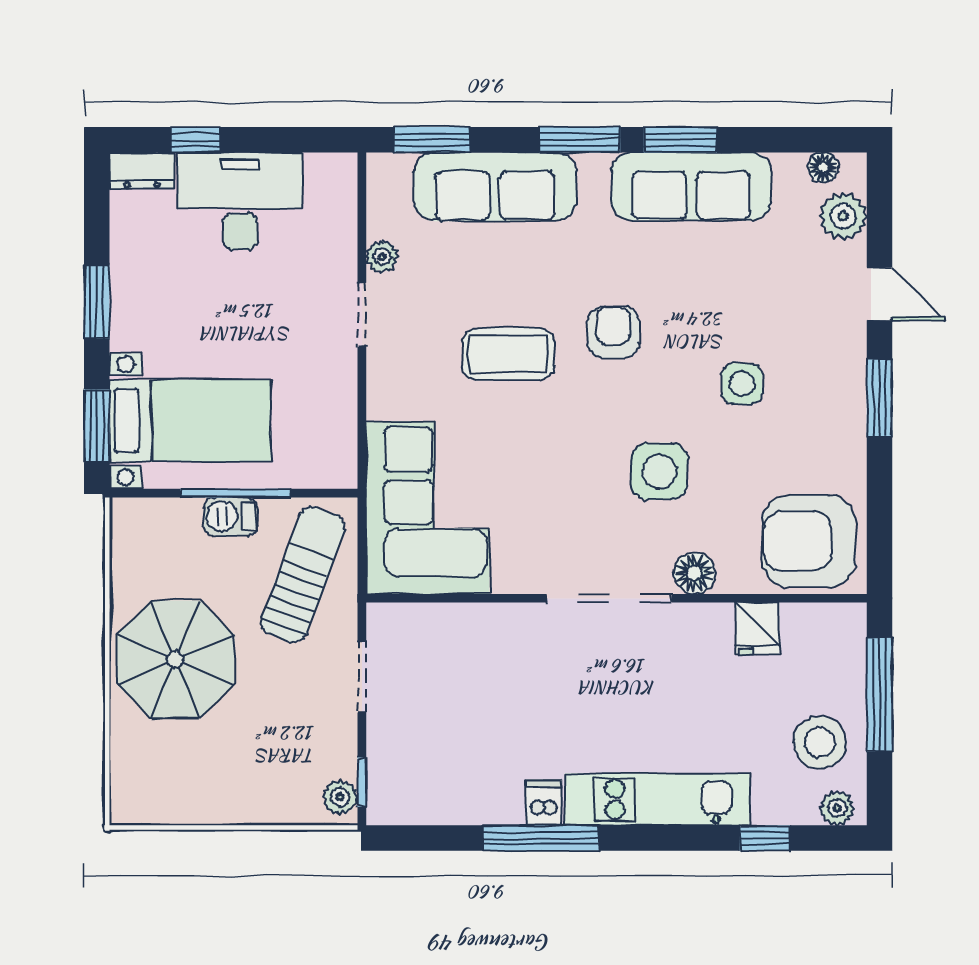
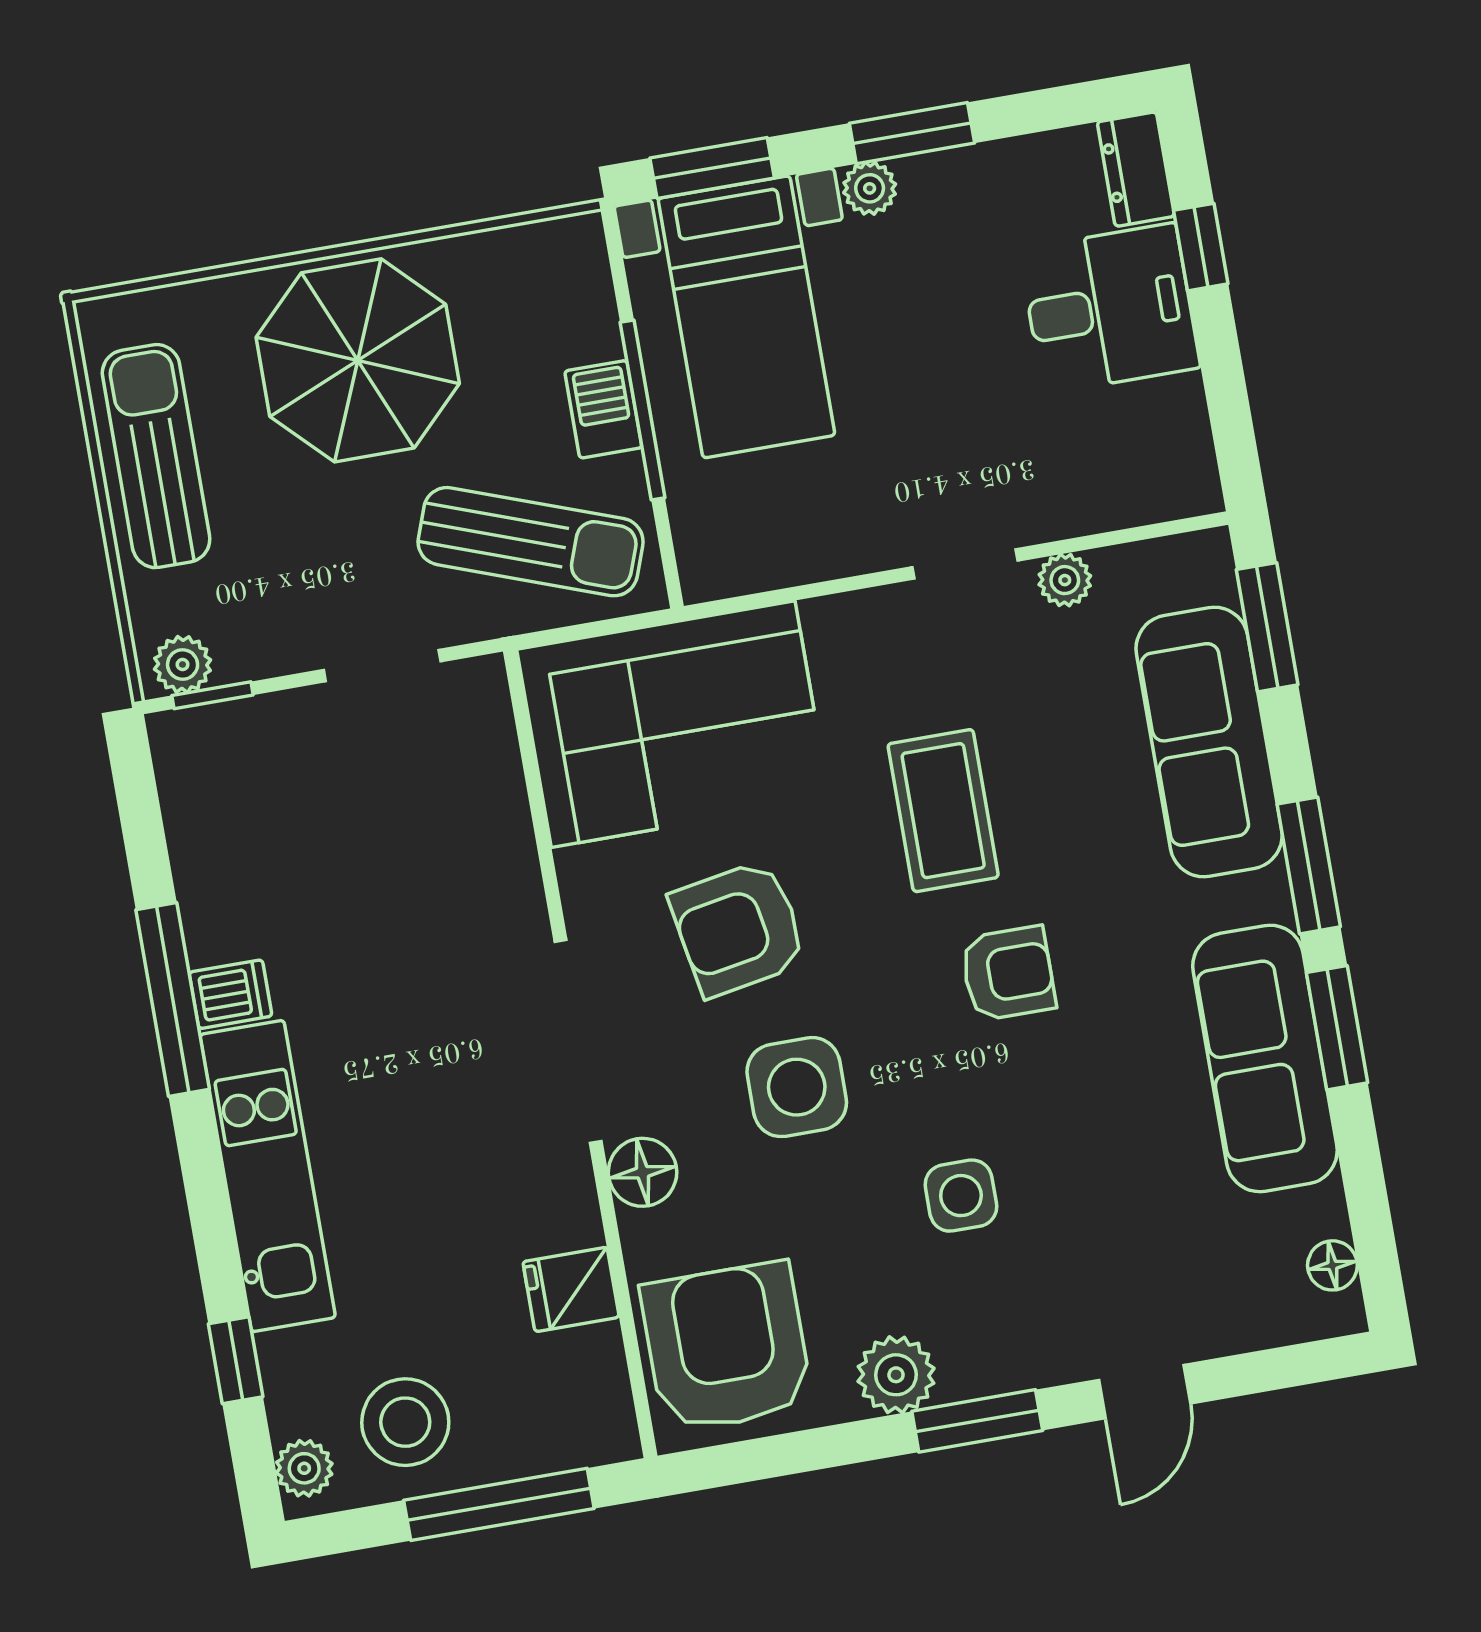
desk: (240, 201) -> (1110, 308), width x0.73
plant: (843, 216) -> (896, 1375), moved
plant: (126, 333) -> (870, 188), added
armchair: (558, 490) -> (738, 928), added
sun lounger: (212, 791) -> (156, 456), added

